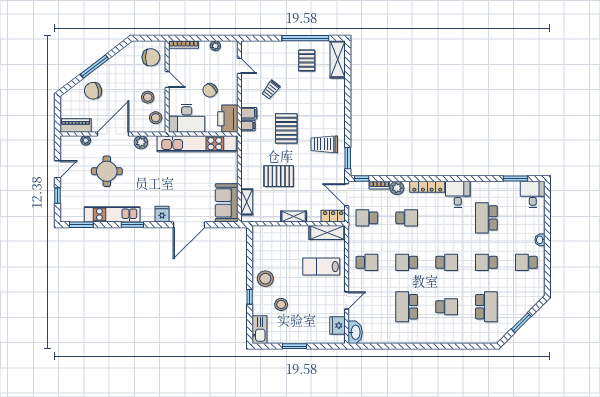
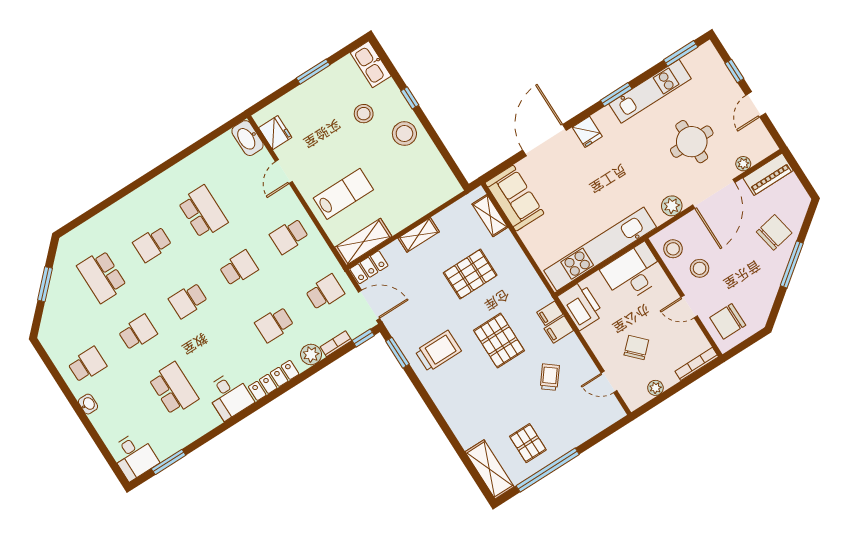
chair: (210, 90) -> (636, 347), moved

